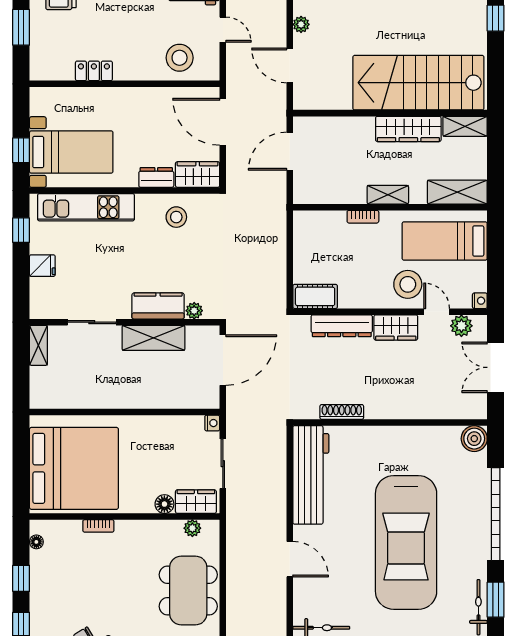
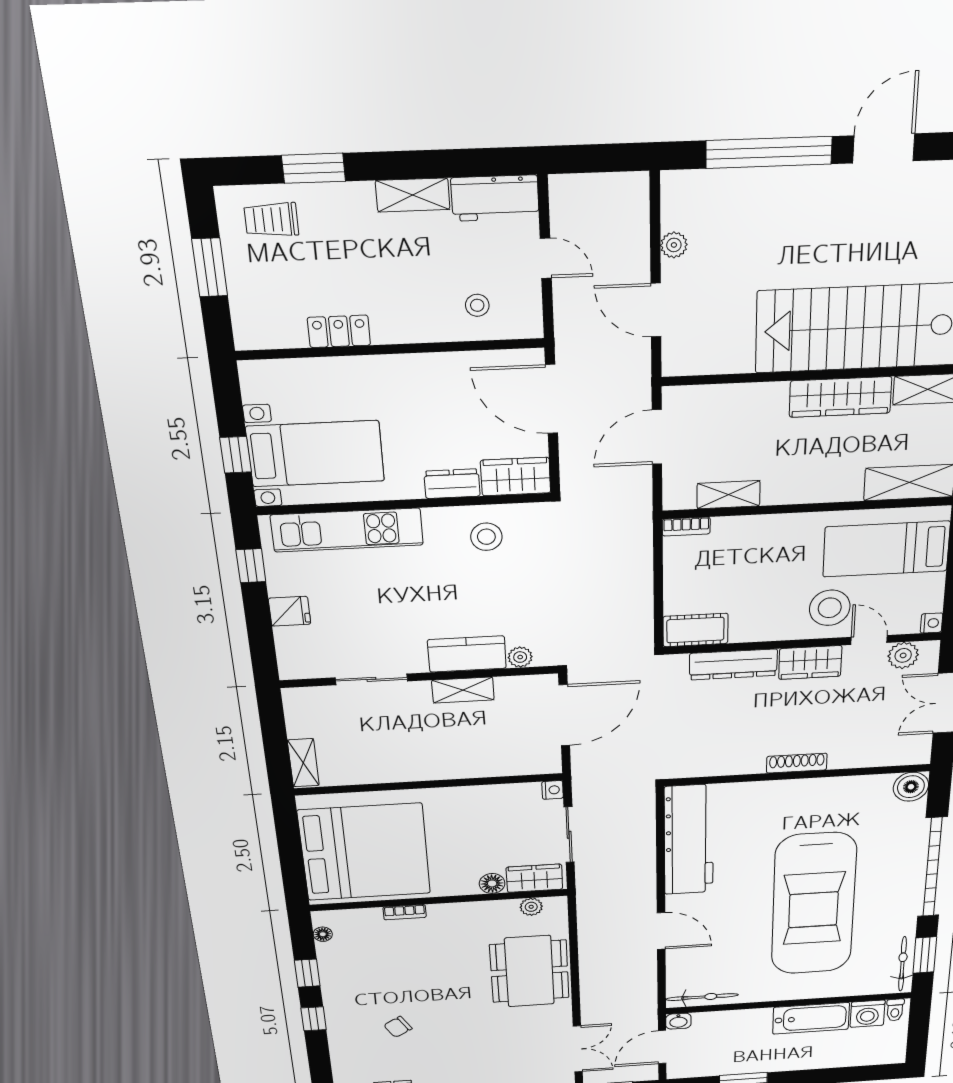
stool: (180, 58) -> (477, 305), width x0.53, depth x0.53
shelving: (388, 195) -> (729, 495), moved
bookcase: (363, 217) -> (686, 527), moved
shelving: (154, 338) -> (463, 690), width x0.67, depth x0.75
shelving: (38, 345) -> (303, 763), moved
shoe rack: (342, 412) -> (797, 763), moved

